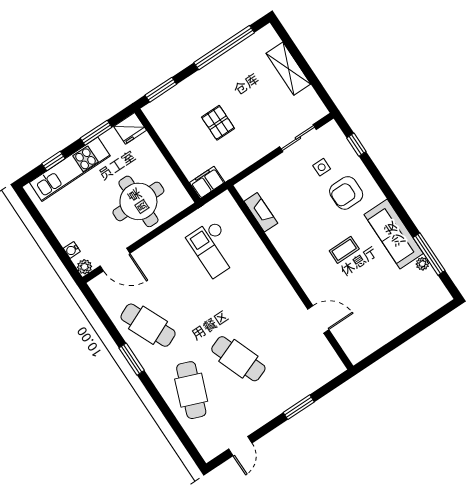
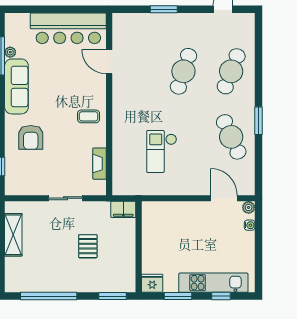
shelving: (288, 69) -> (13, 235), moved
sliding door: (298, 138) -> (66, 198), moved
side table: (322, 167) -> (36, 167), removed
armchair: (346, 193) -> (31, 137), turned 90
round table: (138, 201) -> (180, 228), removed
checkout: (214, 248) -> (162, 152), moved, turned 180
coffee table: (344, 250) -> (89, 116), moved
bar counter: (381, 326) -> (68, 28), added
cafe table: (238, 359) -> (183, 71), turned 39

